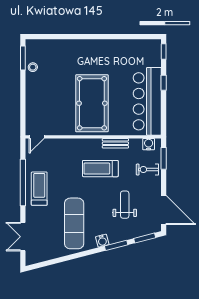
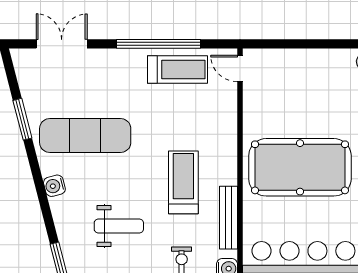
bench: (115, 143) -> (229, 218), width x1.36
treadmill: (39, 189) -> (177, 69), moved
window: (116, 245) -> (22, 119), moved

